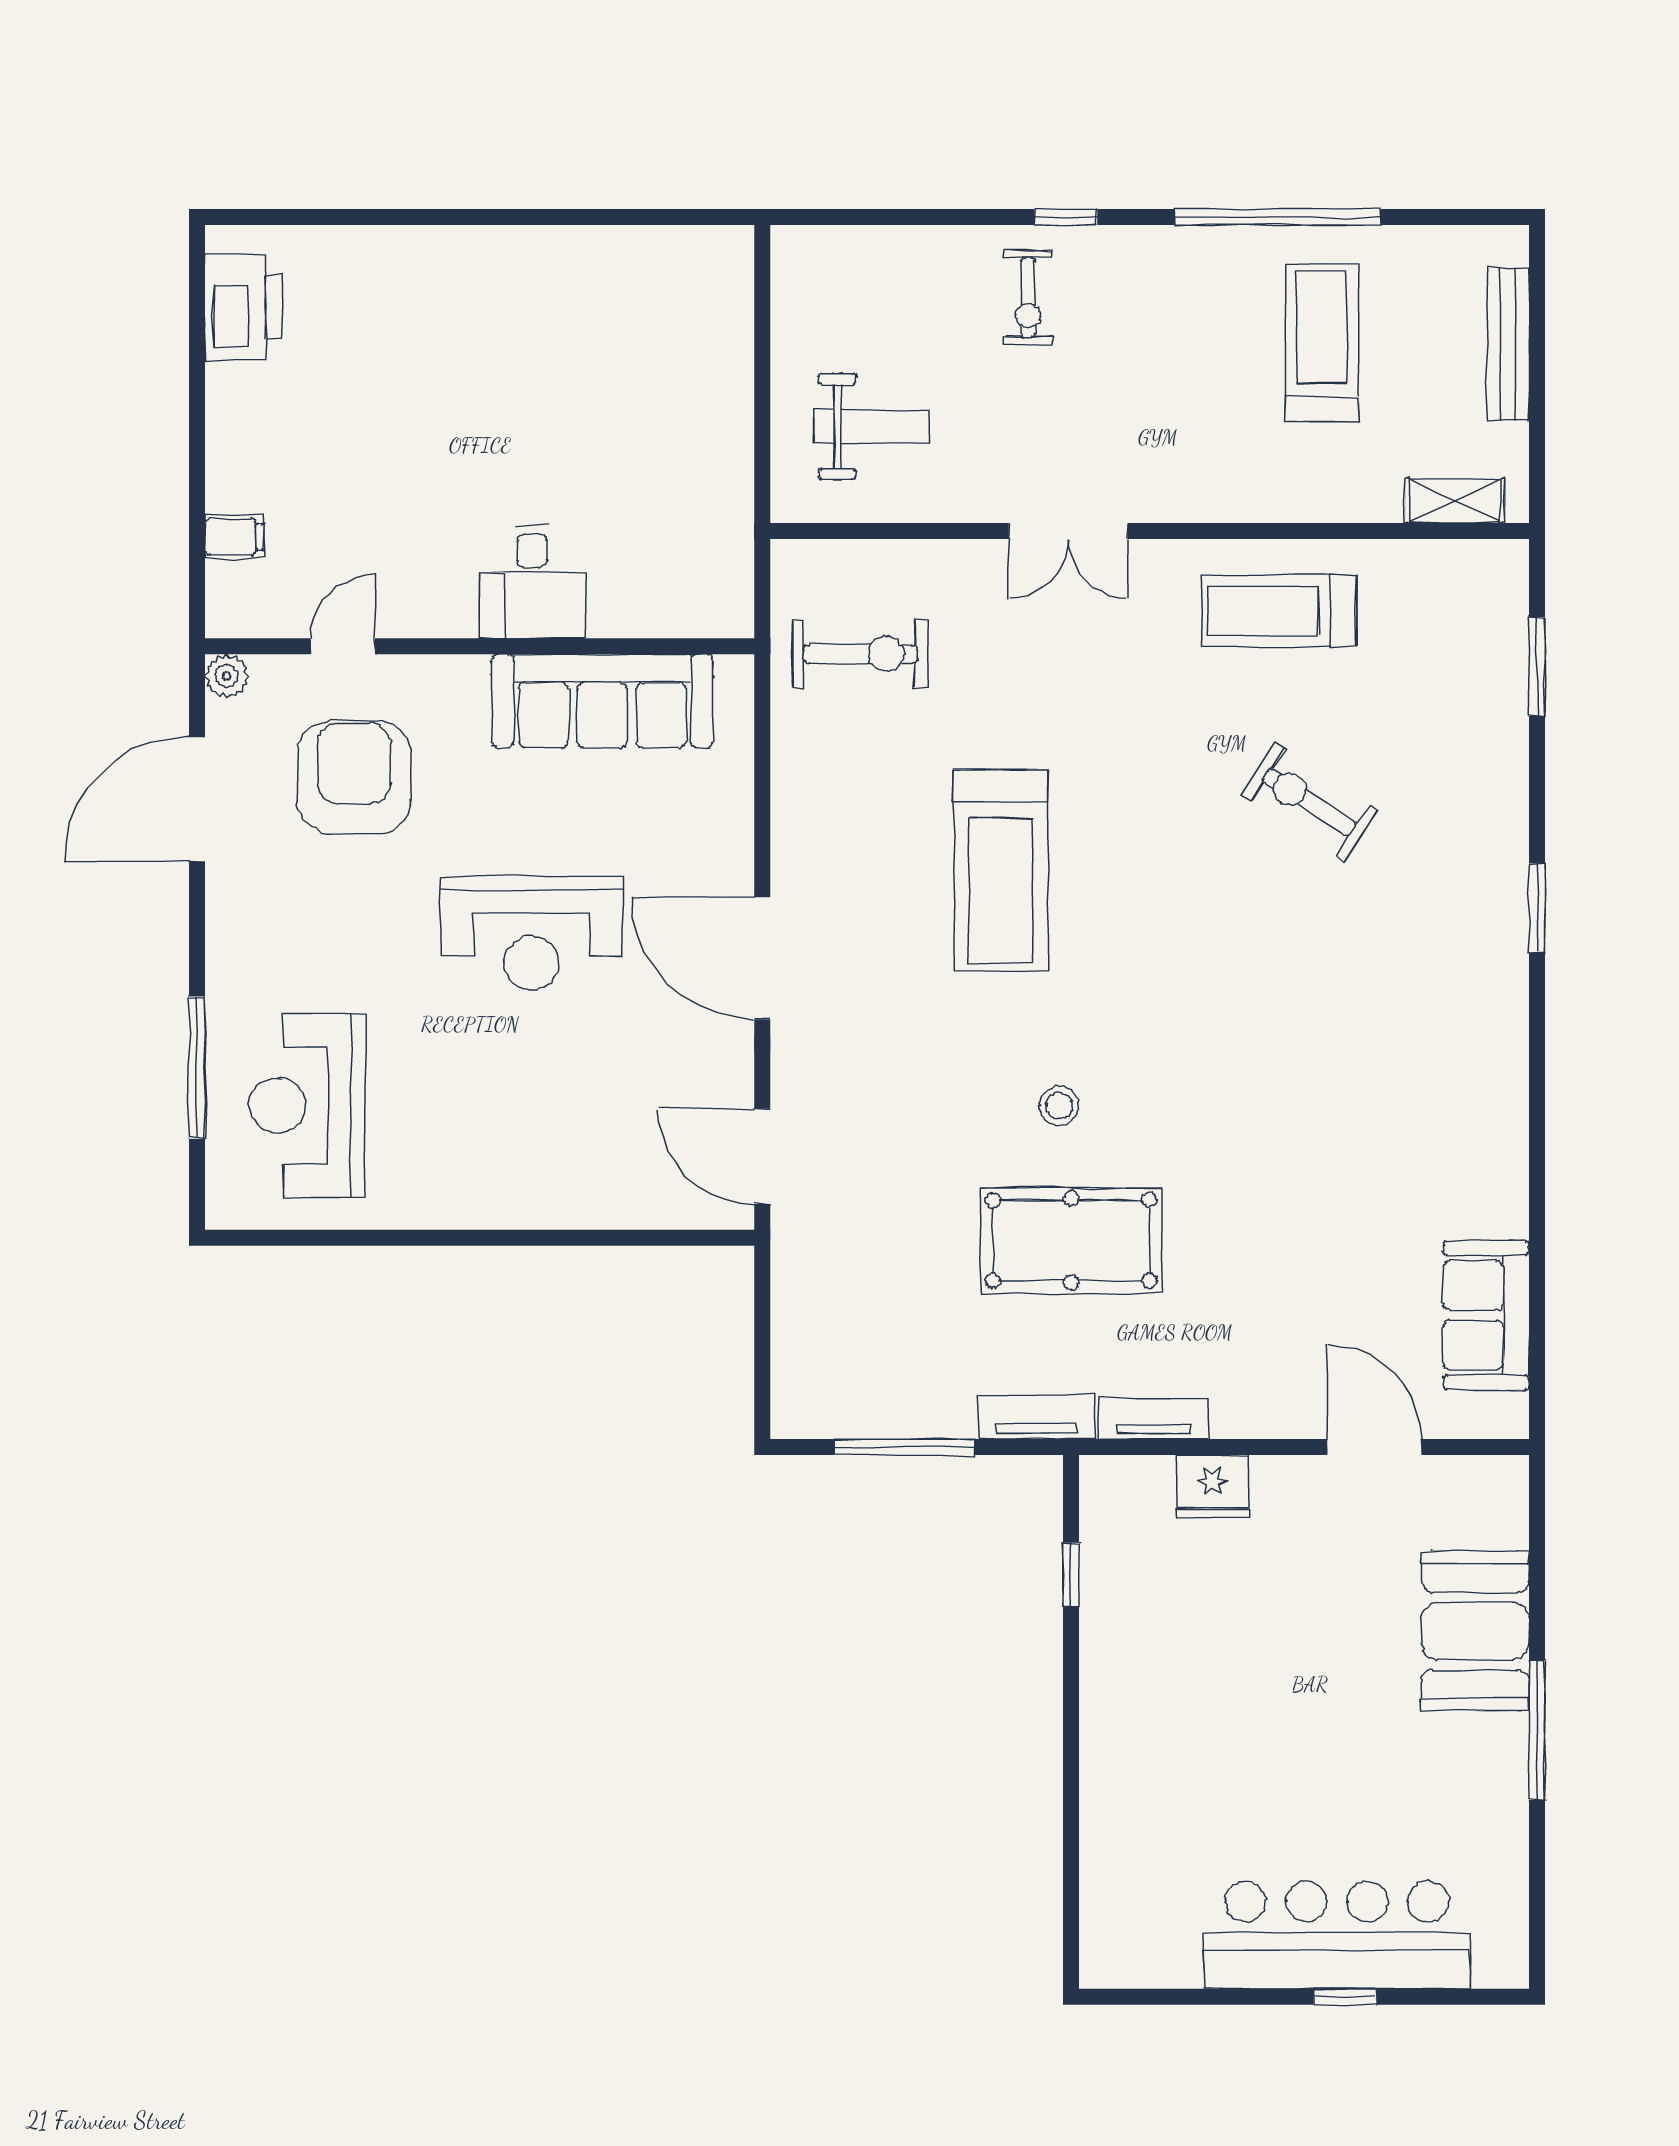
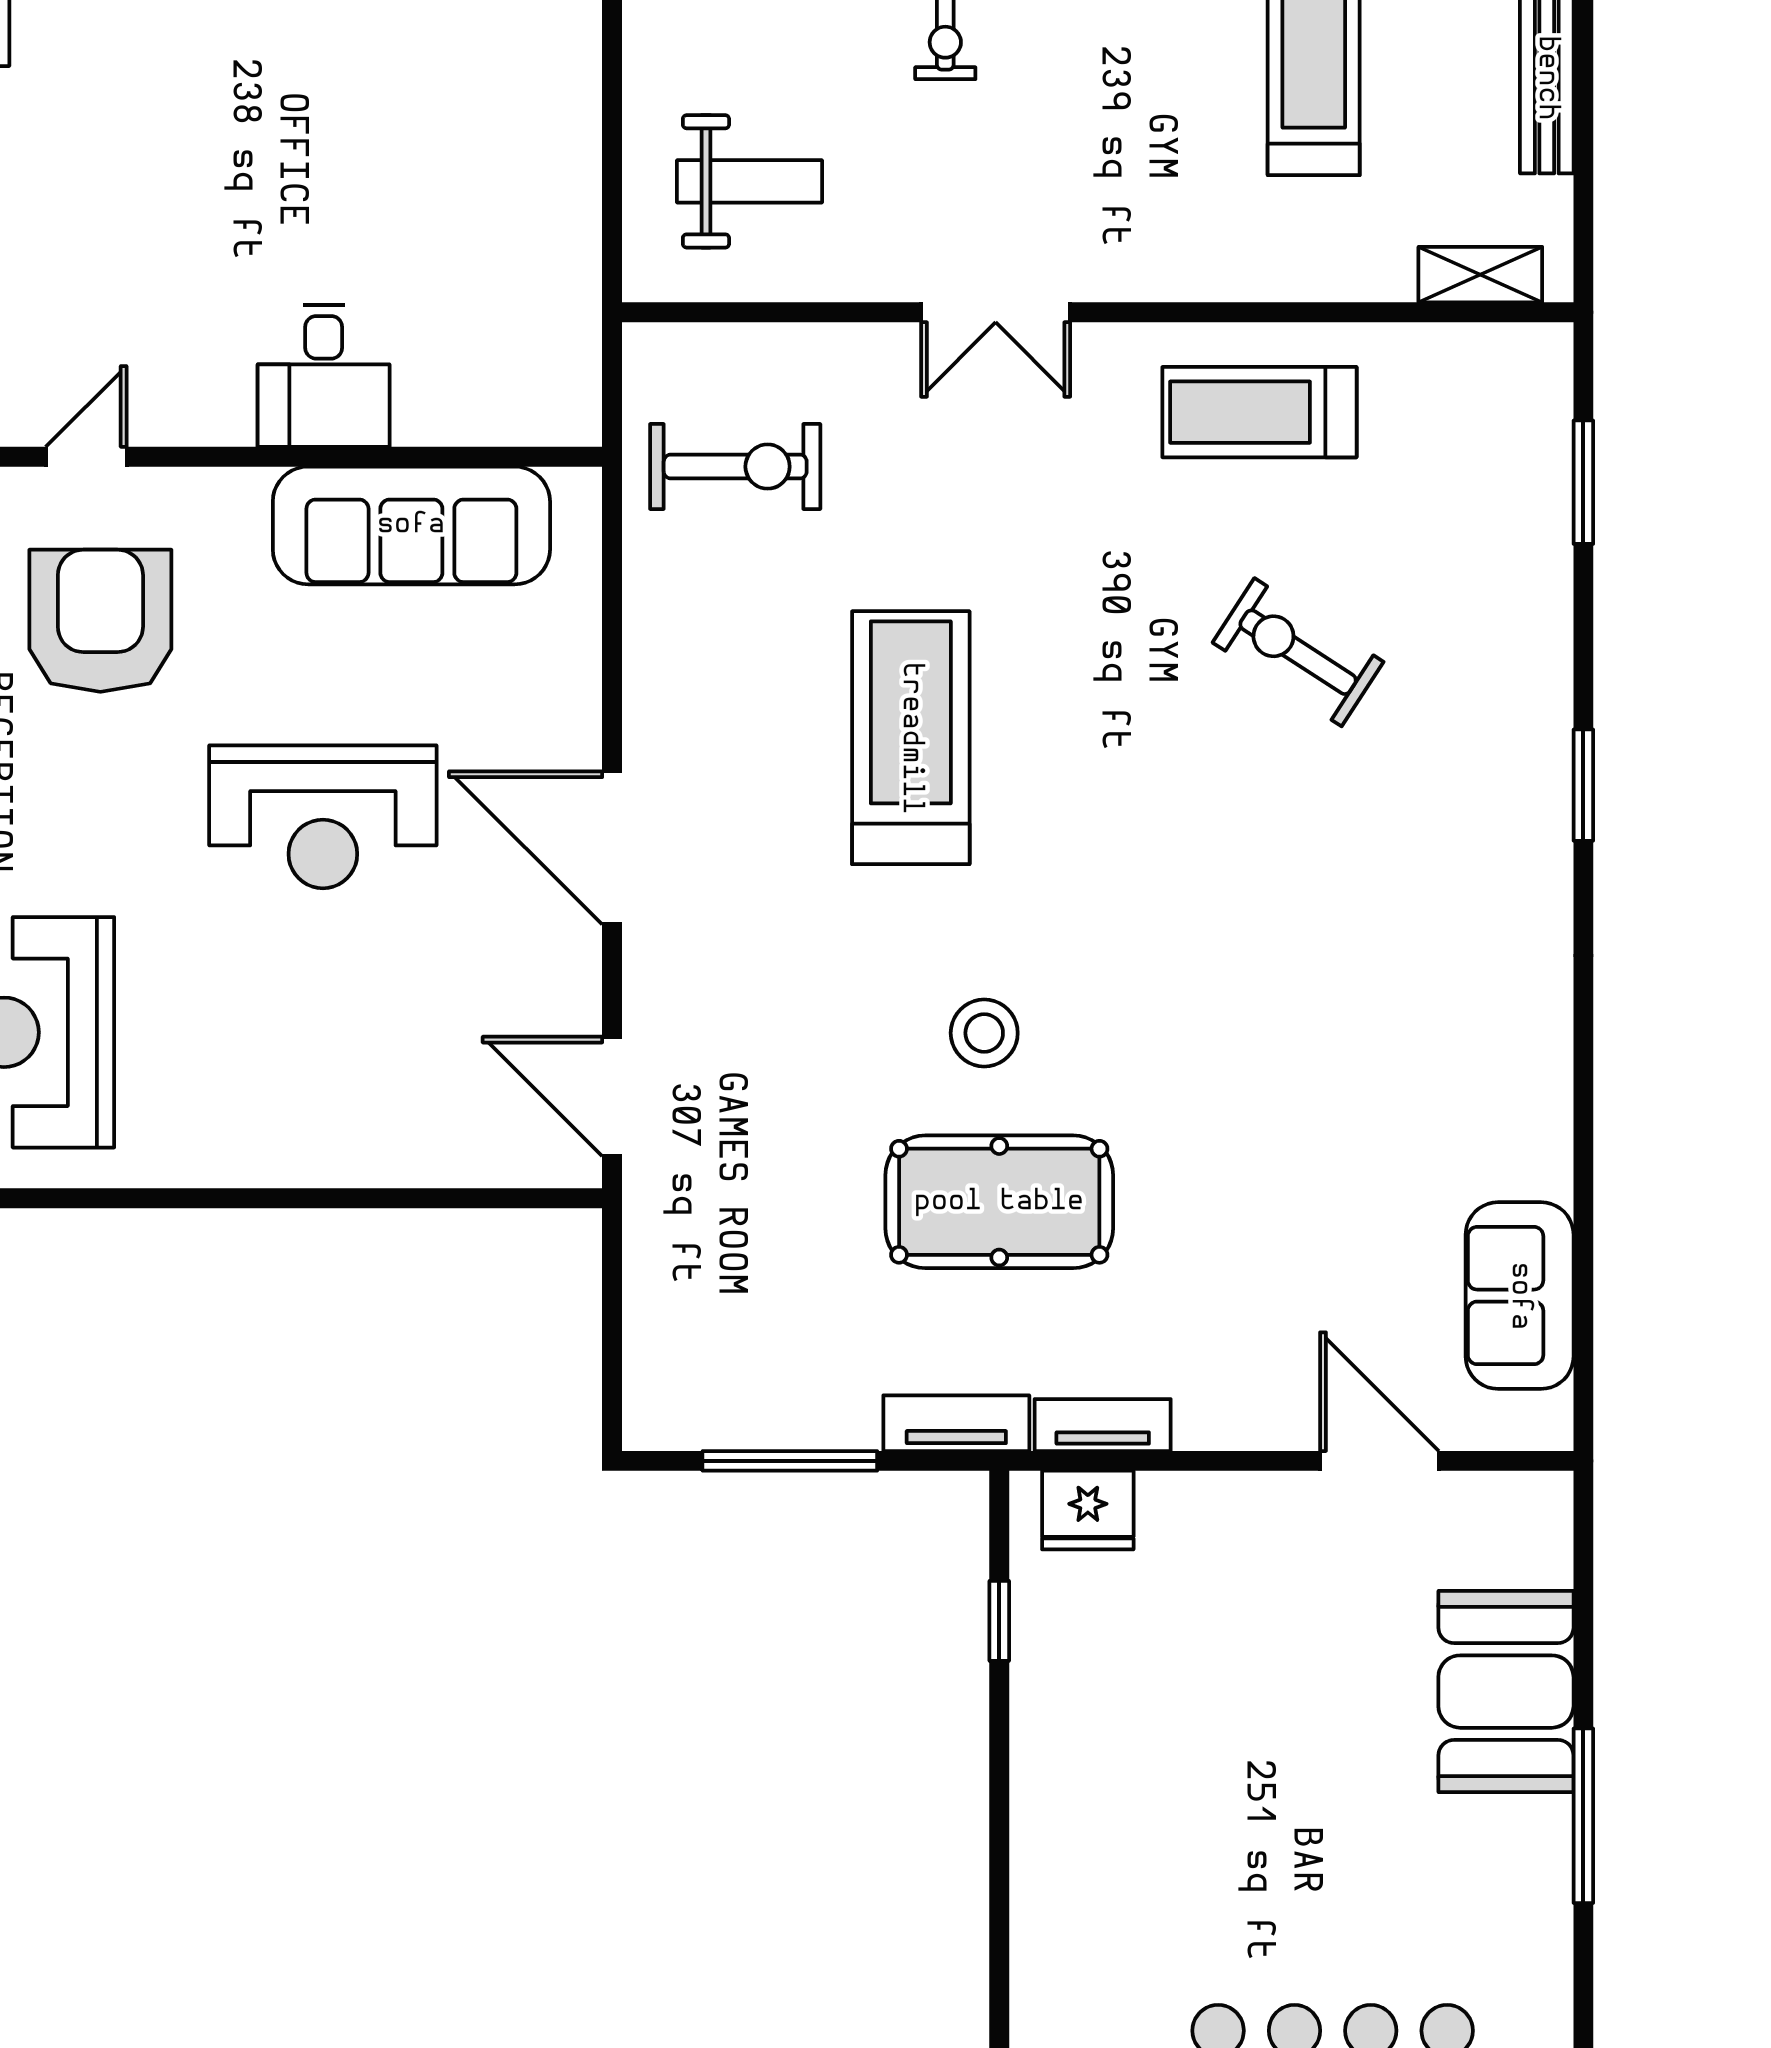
treadmill: (1001, 870) -> (911, 738), turned 180
stool: (1059, 1106) -> (984, 1033), width x1.37, depth x1.37
fridge: (1213, 1486) -> (1088, 1510), moved

